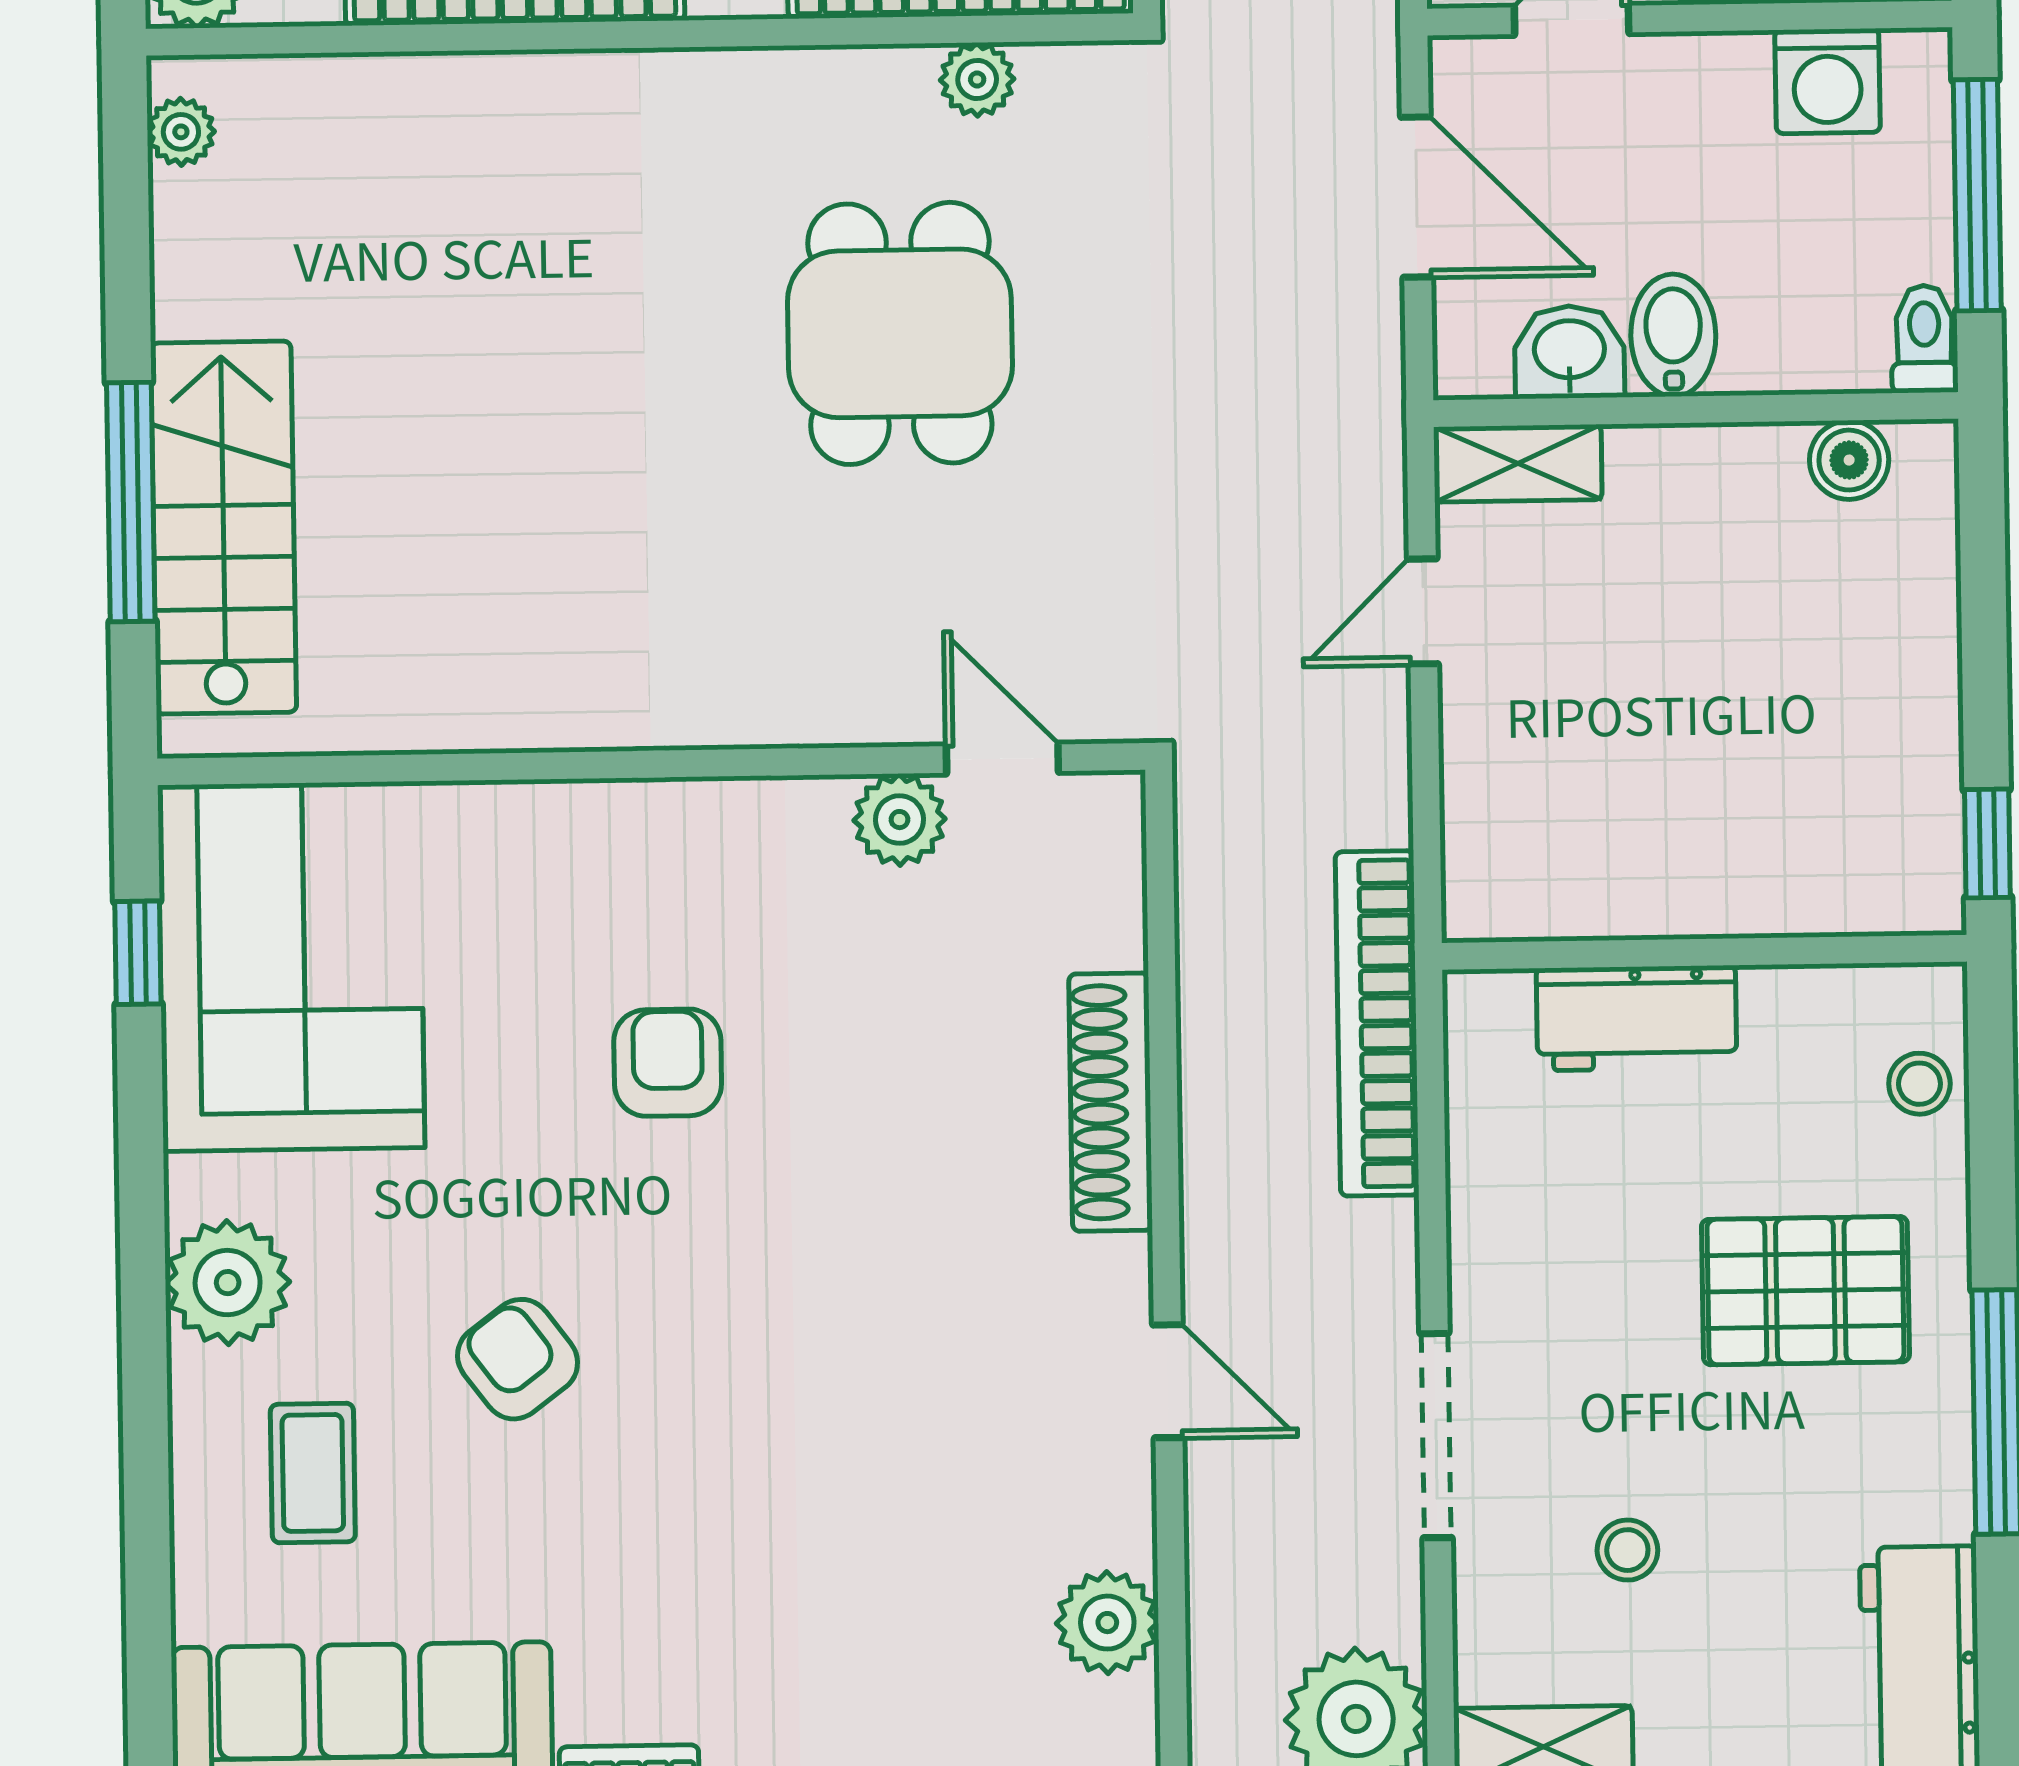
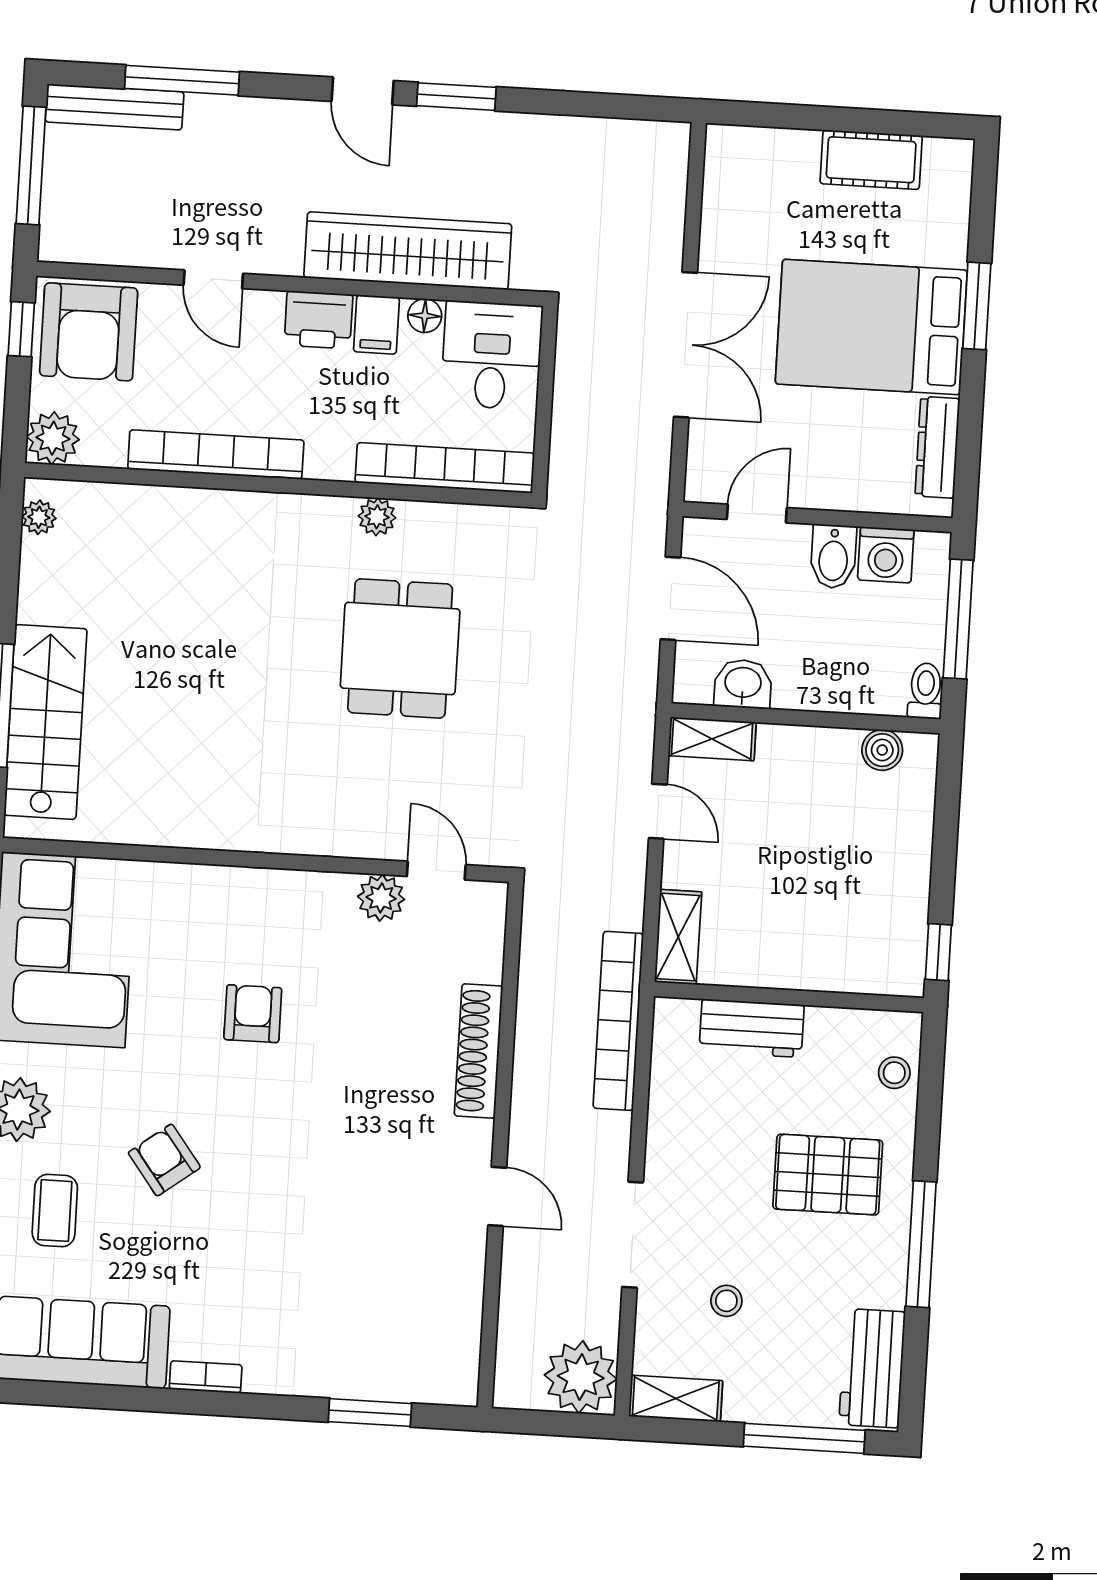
plant: (977, 79) -> (377, 517), moved
bidet: (1673, 335) -> (833, 556), moved, turned 180
door: (1423, 611) -> (658, 811), swing flipped
shelving: (1481, 852) -> (678, 937), added
plant: (1107, 1623) -> (457, 1318), removed

